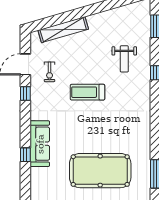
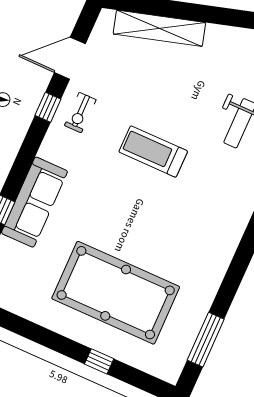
exercise bike: (50, 72) -> (80, 113), moved

